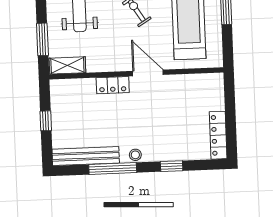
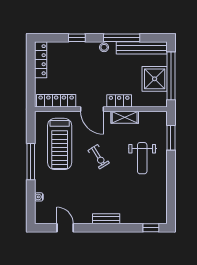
shelving: (67, 65) -> (125, 117), moved
locker: (196, 82) -> (56, 101), added
shower: (67, 116) -> (155, 79), added
window: (46, 121) -> (171, 76), width x3.17

